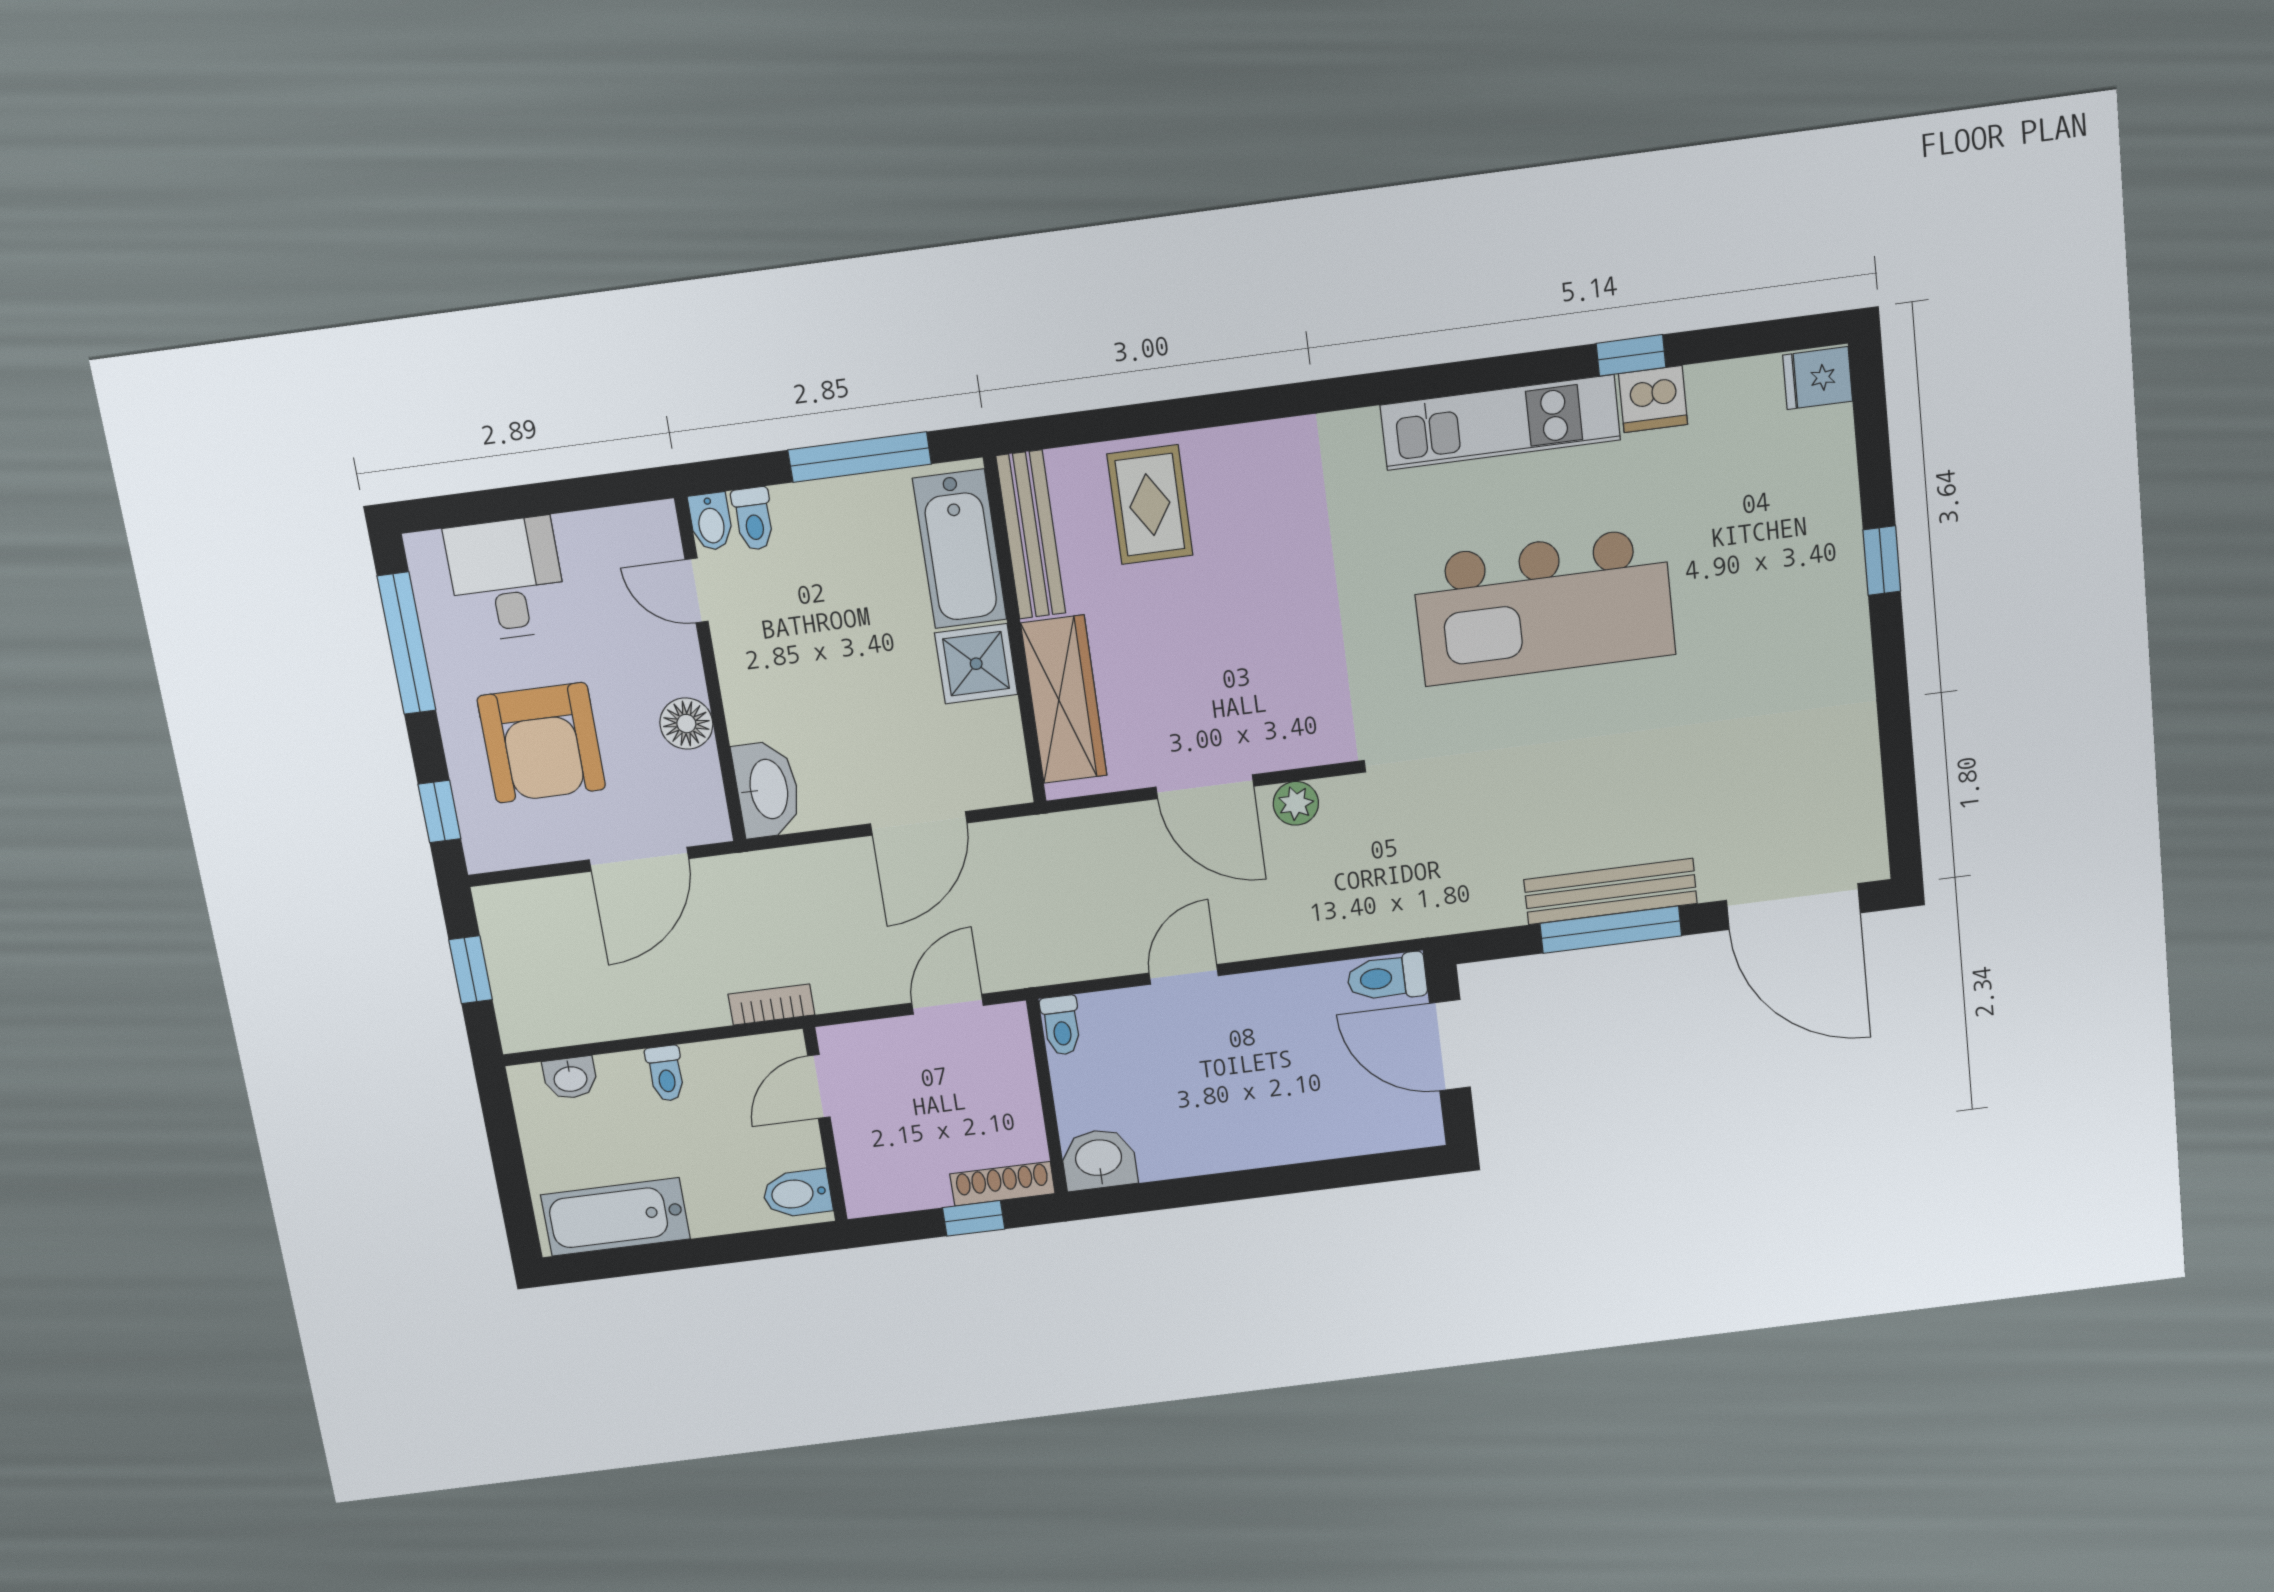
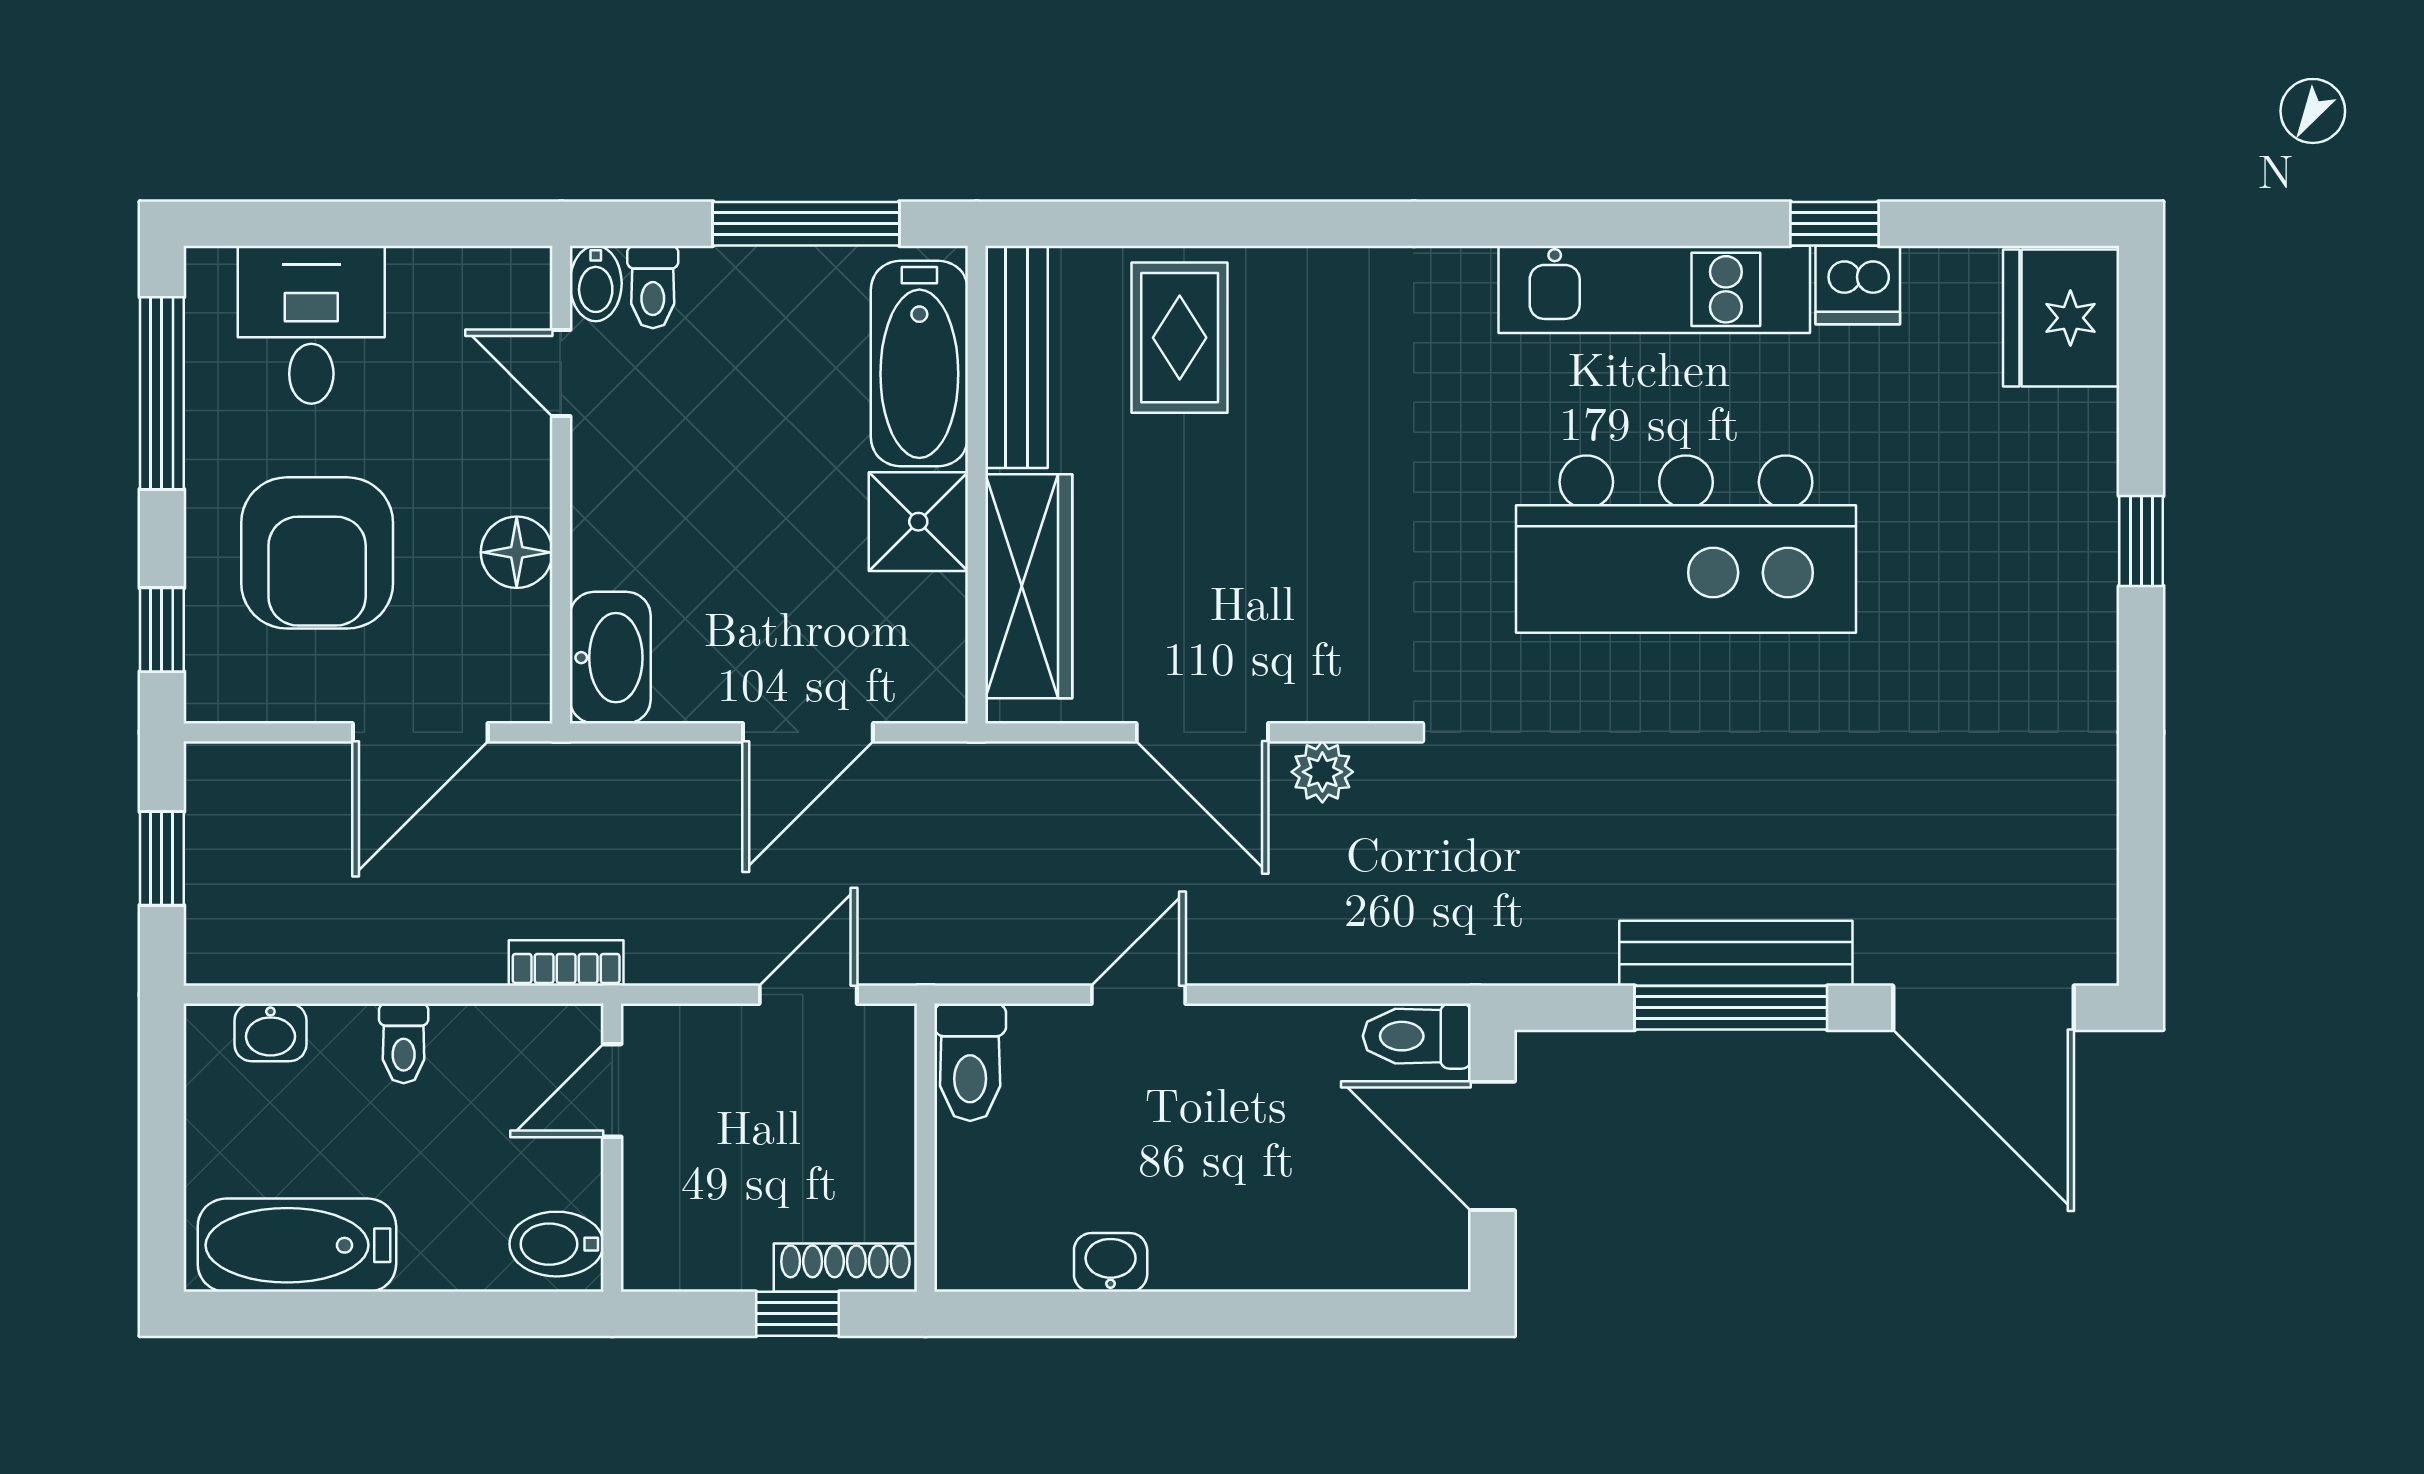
fridge: (1818, 378) -> (2061, 318), width x1.88, depth x1.34
toilet: (1061, 1025) -> (970, 1062), width x1.37, depth x1.39
washbasin: (1099, 1159) -> (1111, 1262), moved, width x0.72, depth x0.69

